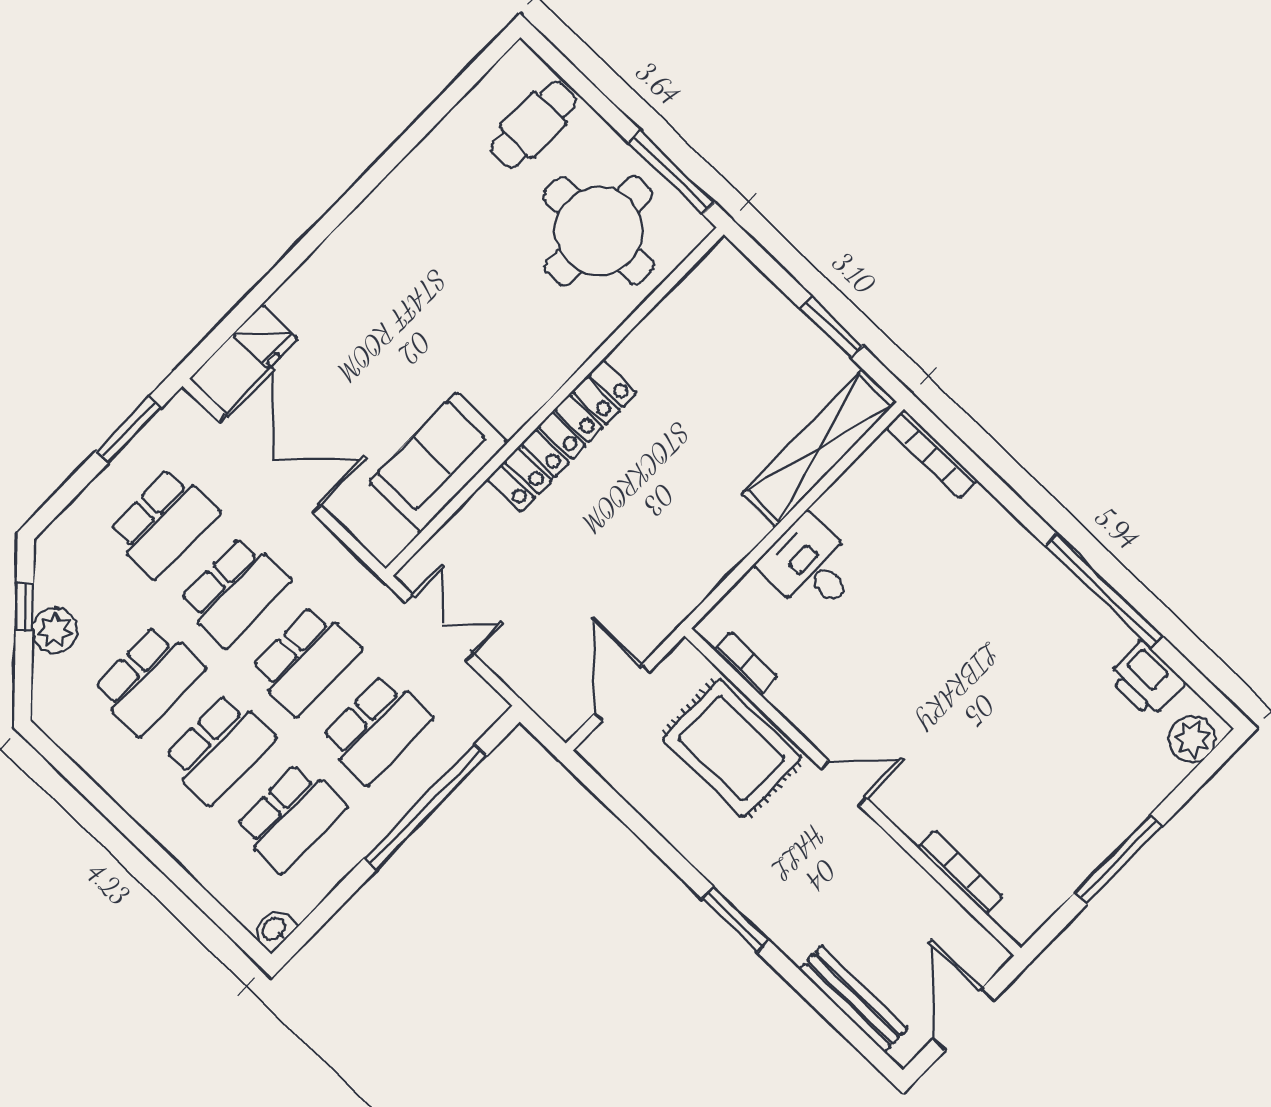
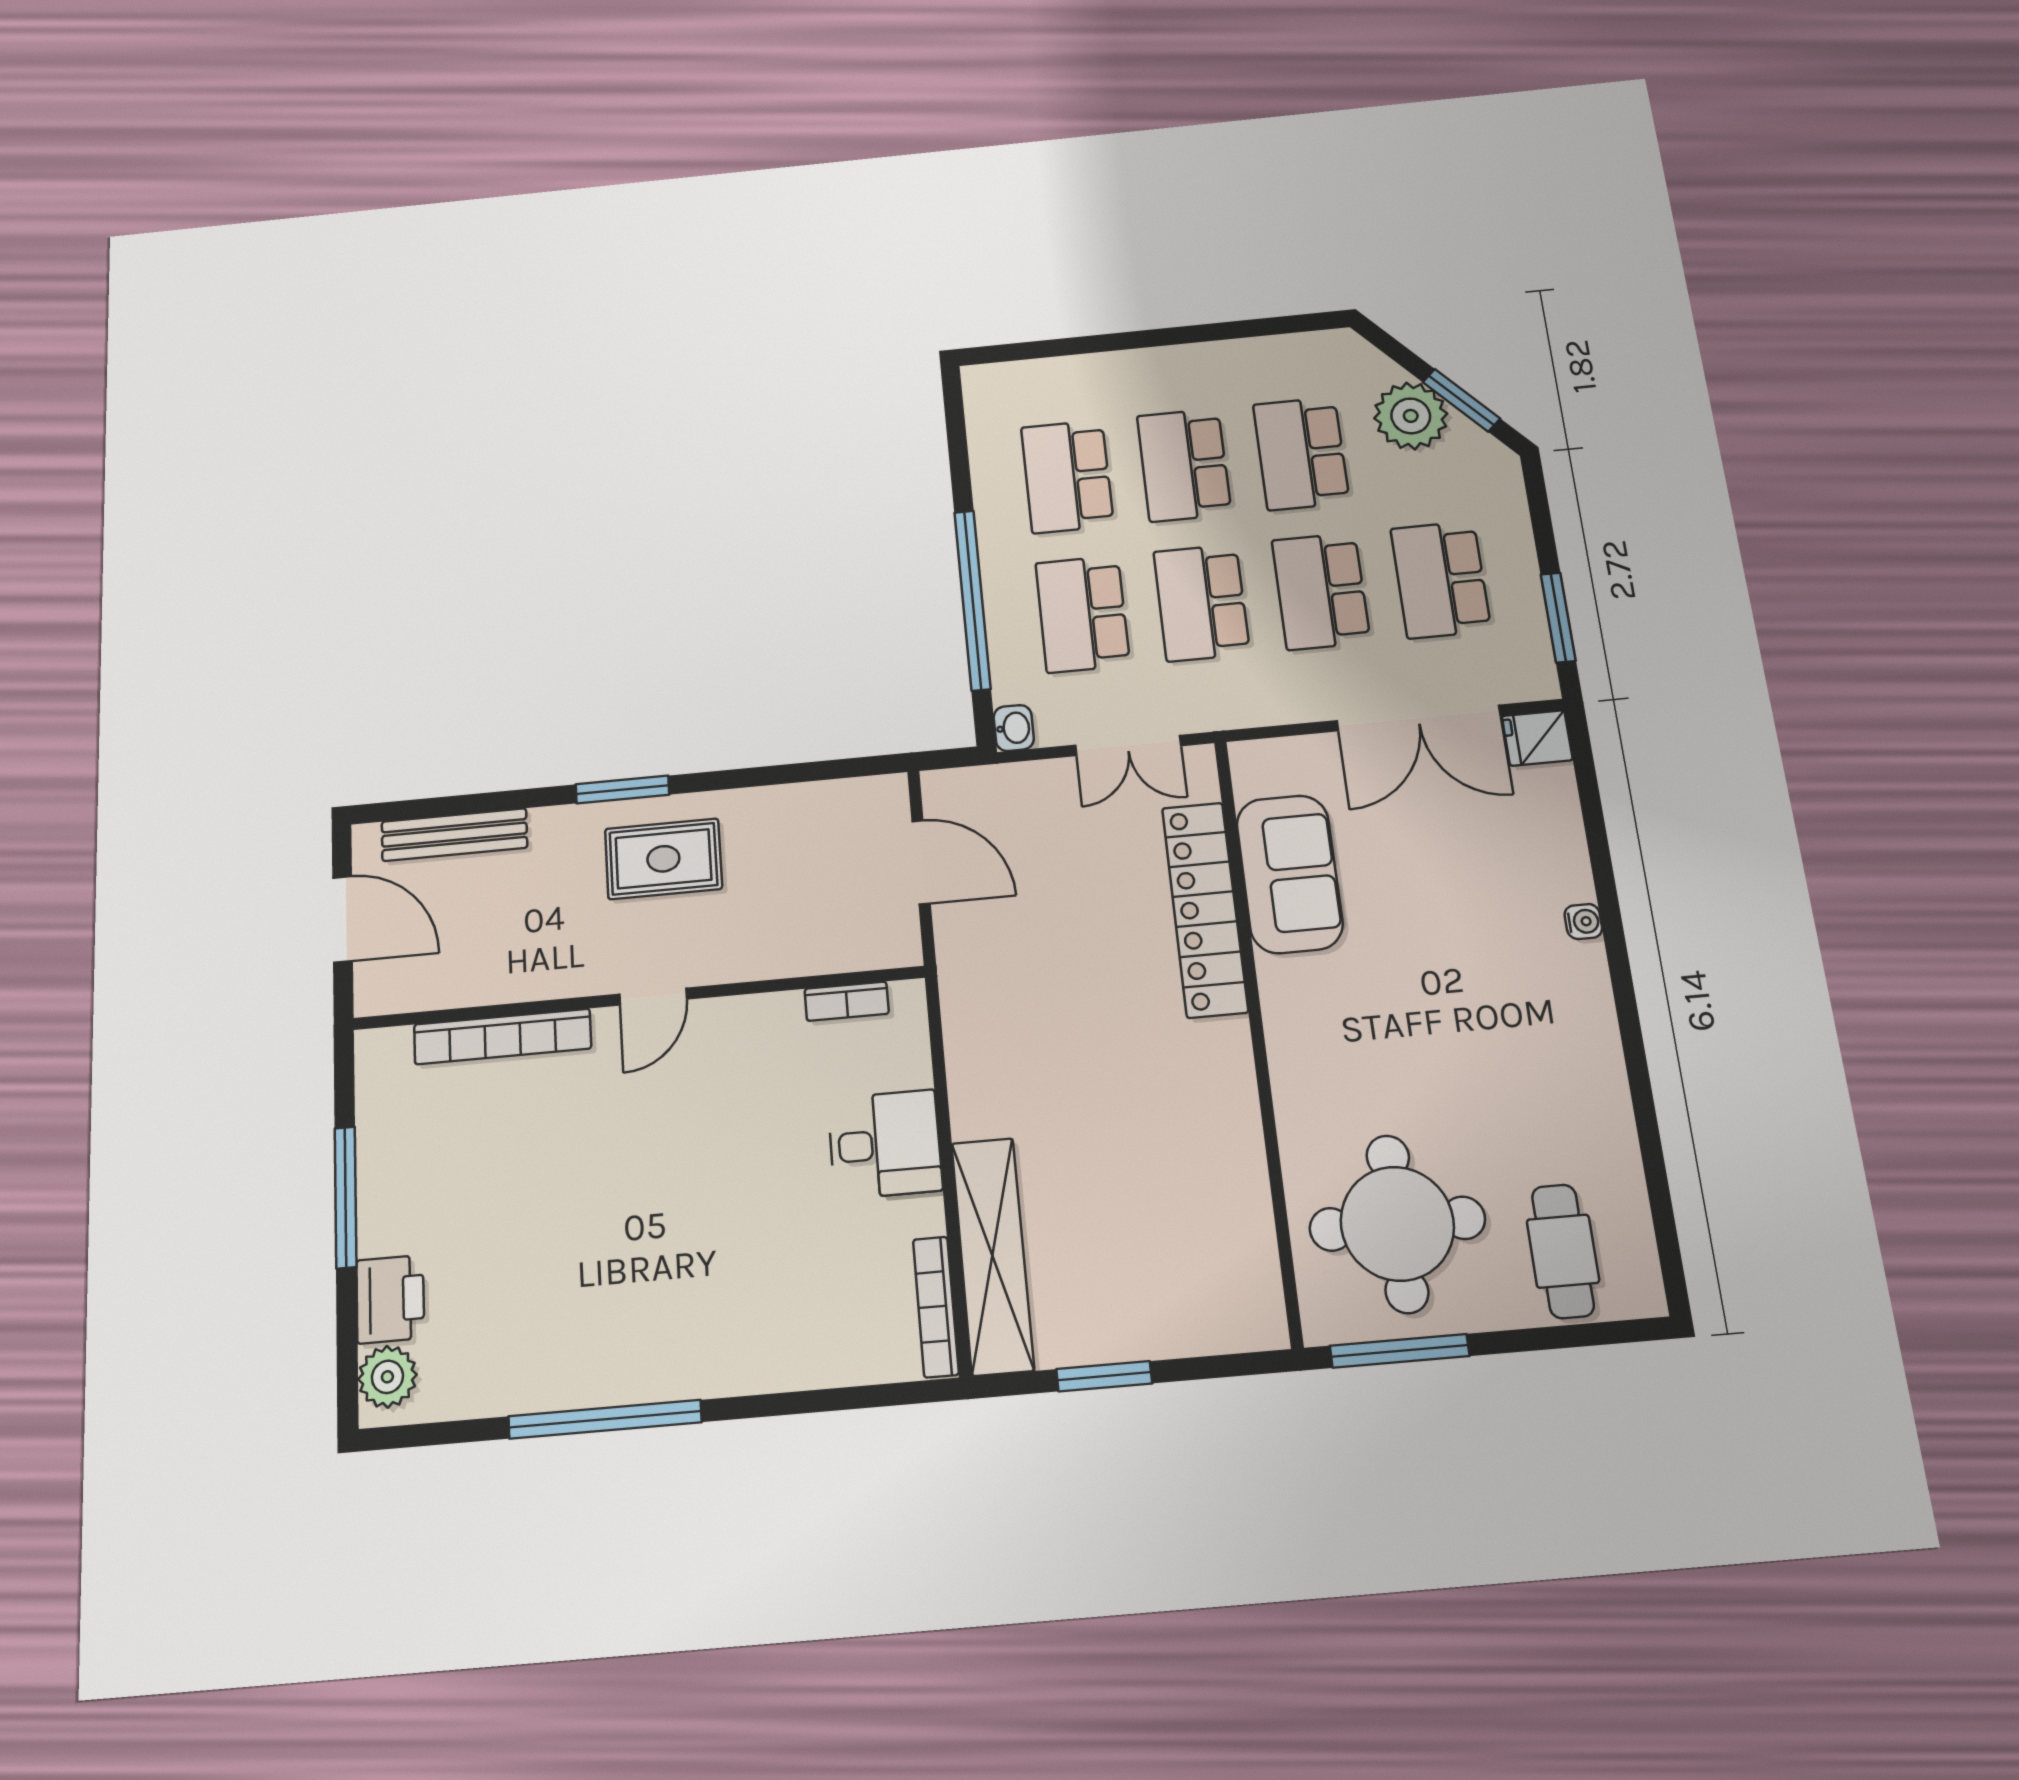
water cooler: (319, 264) -> (1583, 921), added
fridge: (265, 337) -> (1537, 738), moved
locker: (562, 436) -> (1205, 909), moved
bookcase: (932, 454) -> (936, 1307), moved, turned -90
window: (25, 607) -> (1461, 400), width x1.50
plant: (55, 631) -> (1411, 416), width x1.36, depth x1.36
printer: (1146, 679) -> (390, 1299), moved, turned 90
rug: (732, 748) -> (663, 859), moved, width x0.73, depth x0.70
bookcase: (960, 872) -> (502, 1036), width x1.48, depth x1.31
washbasin: (274, 929) -> (1014, 728), moved

